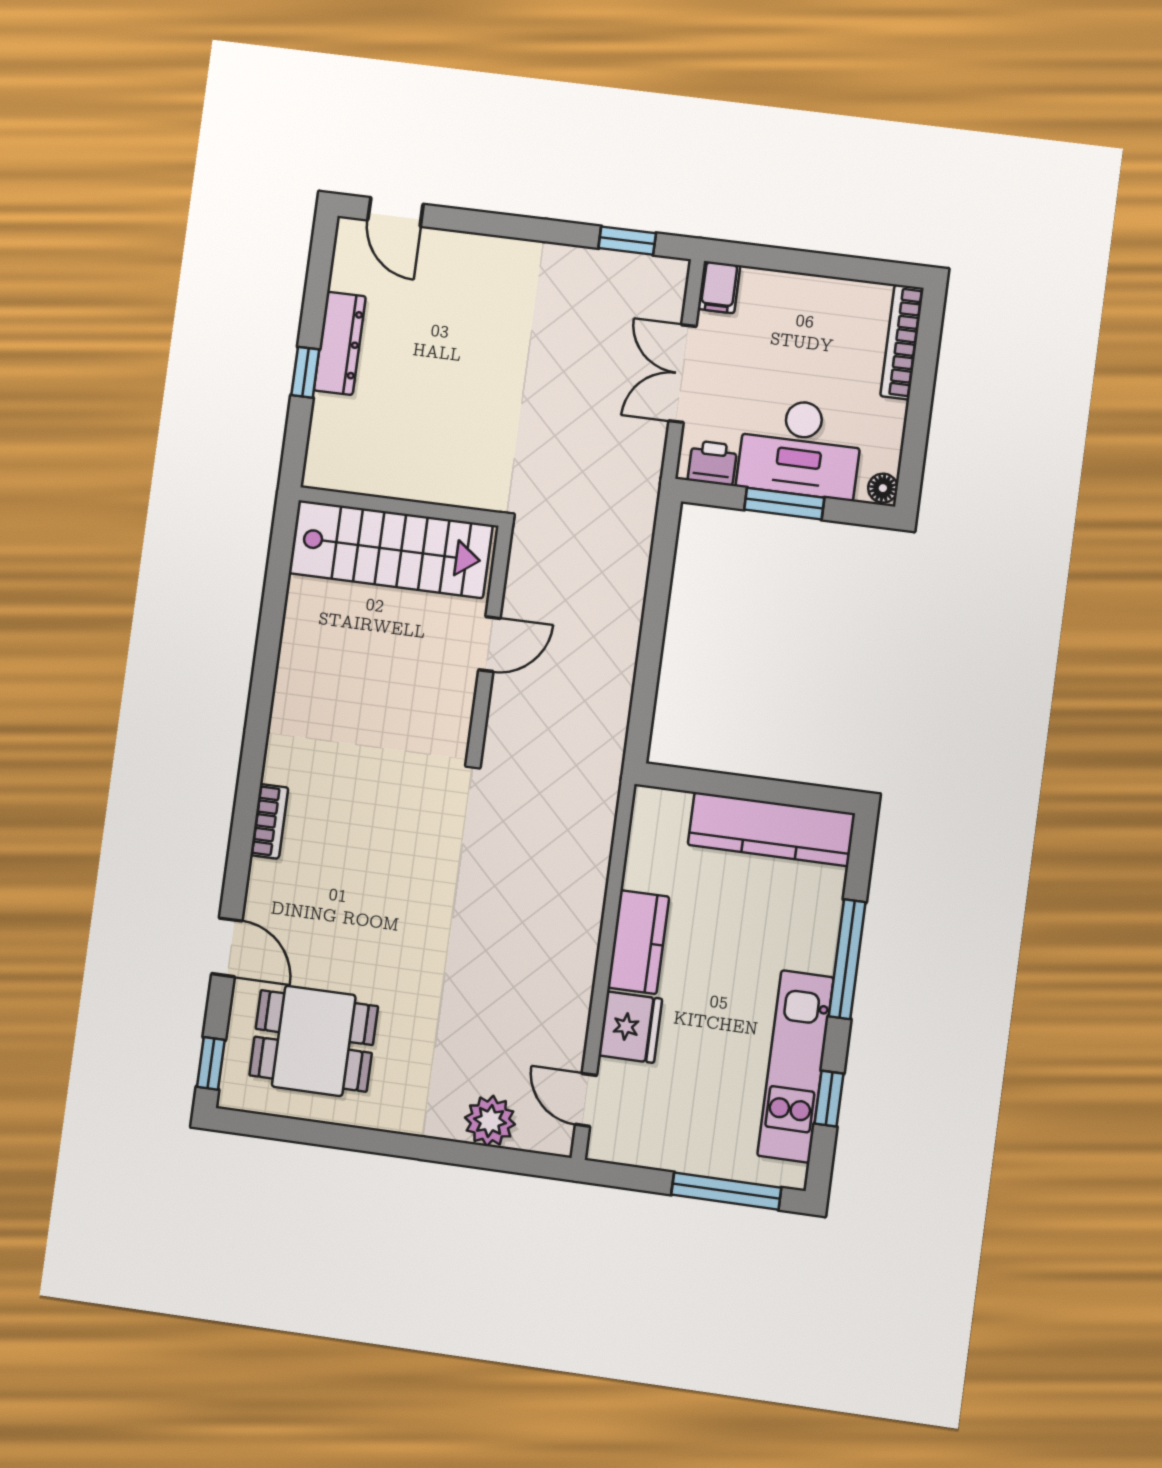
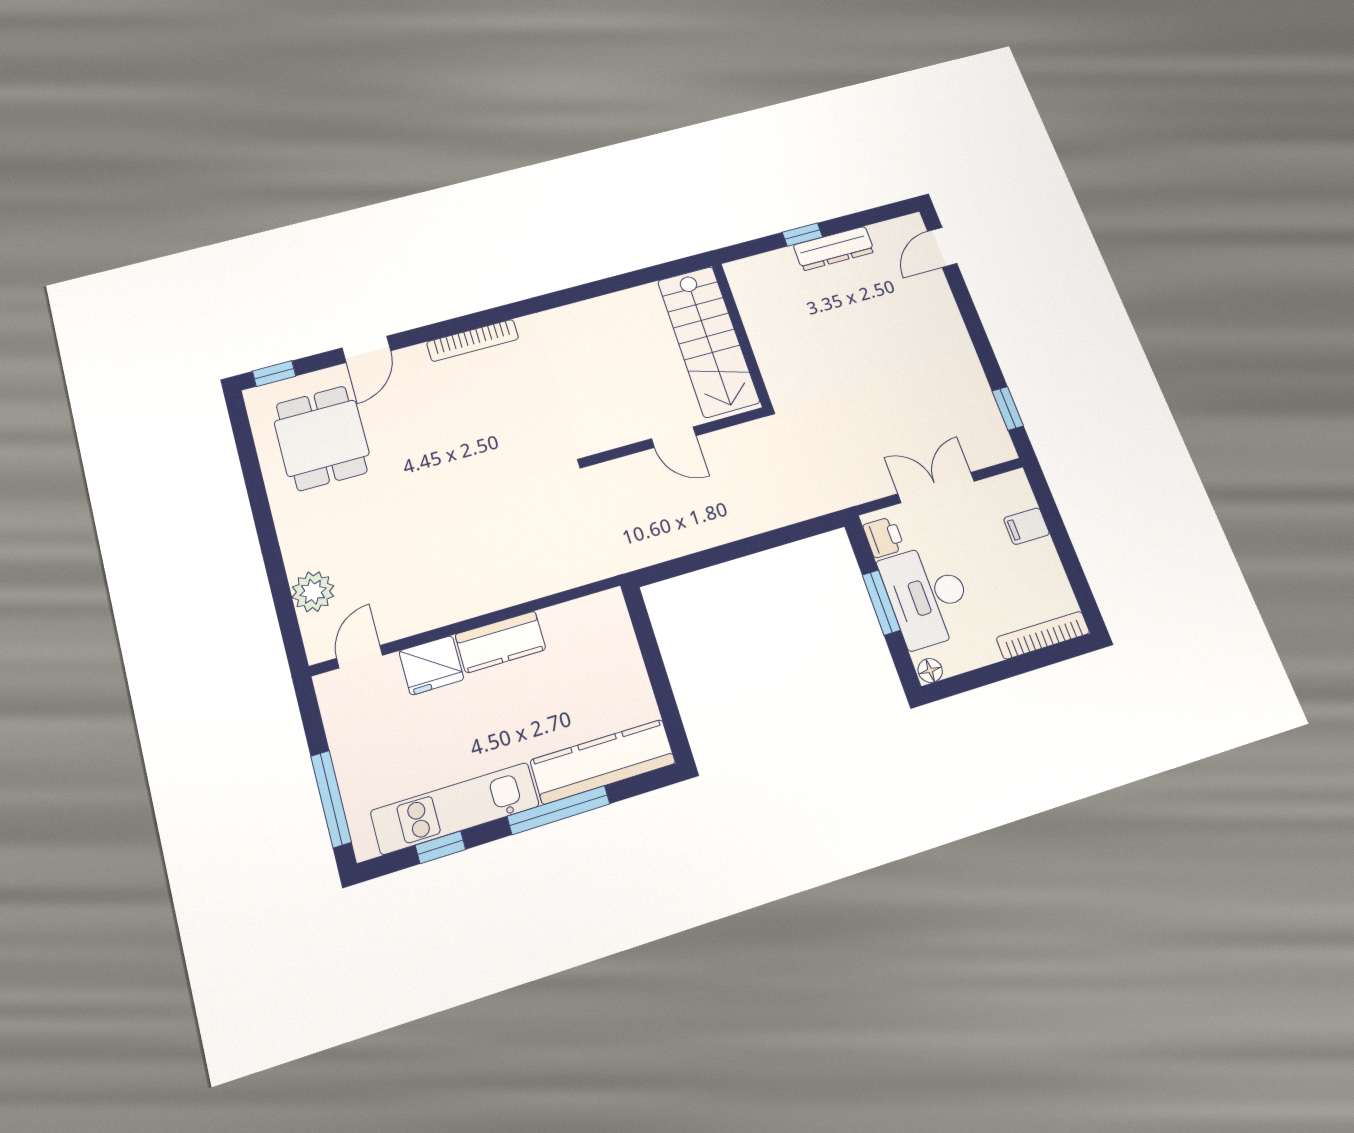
filing cabinet: (719, 287) -> (1026, 526), moved
bookcase: (269, 821) -> (473, 340), width x1.56
kitchen counter: (771, 829) -> (603, 762), moved, turned 90

